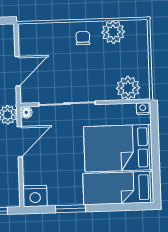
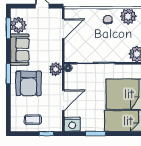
door: (17, 71) -> (63, 29), moved
door: (20, 142) -> (63, 100), moved

